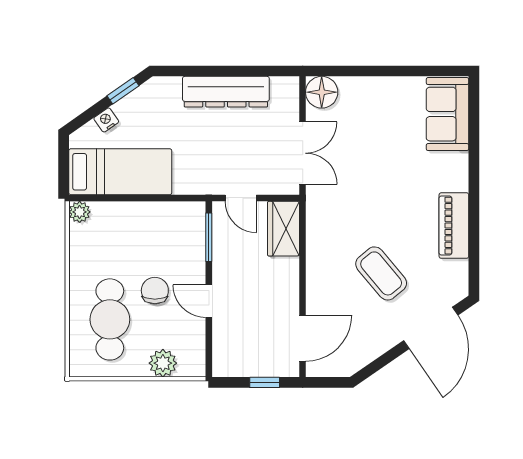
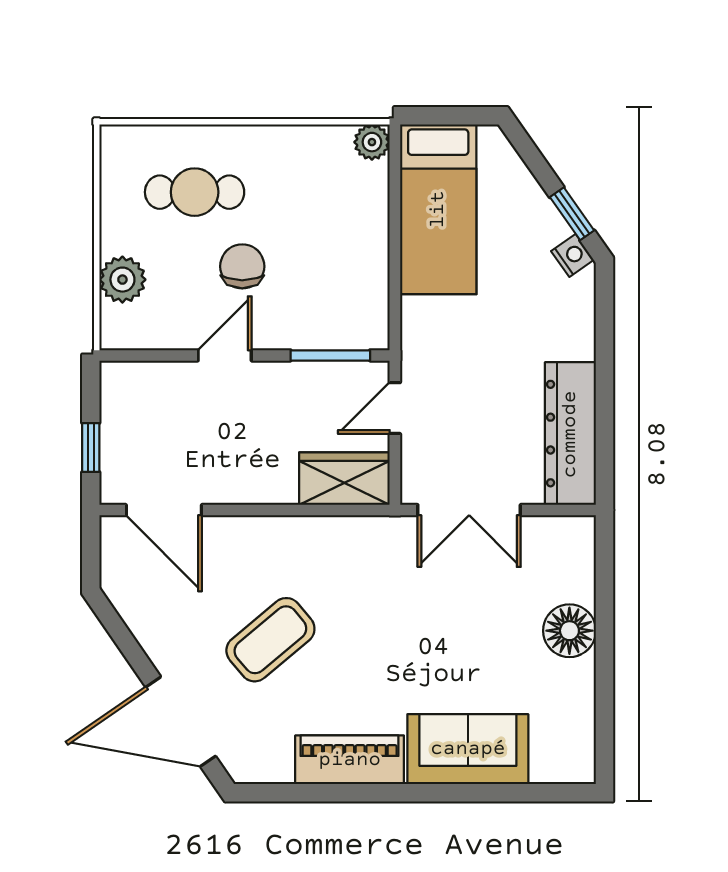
dresser: (226, 92) -> (570, 434), moved
floor lamp: (322, 92) -> (569, 631), moved
sofa: (447, 114) -> (468, 749), moved
nightstand: (106, 120) -> (572, 255), moved
chair: (155, 291) -> (242, 266), turned -90
cafe table: (110, 319) -> (195, 192), width x0.73, depth x0.74

